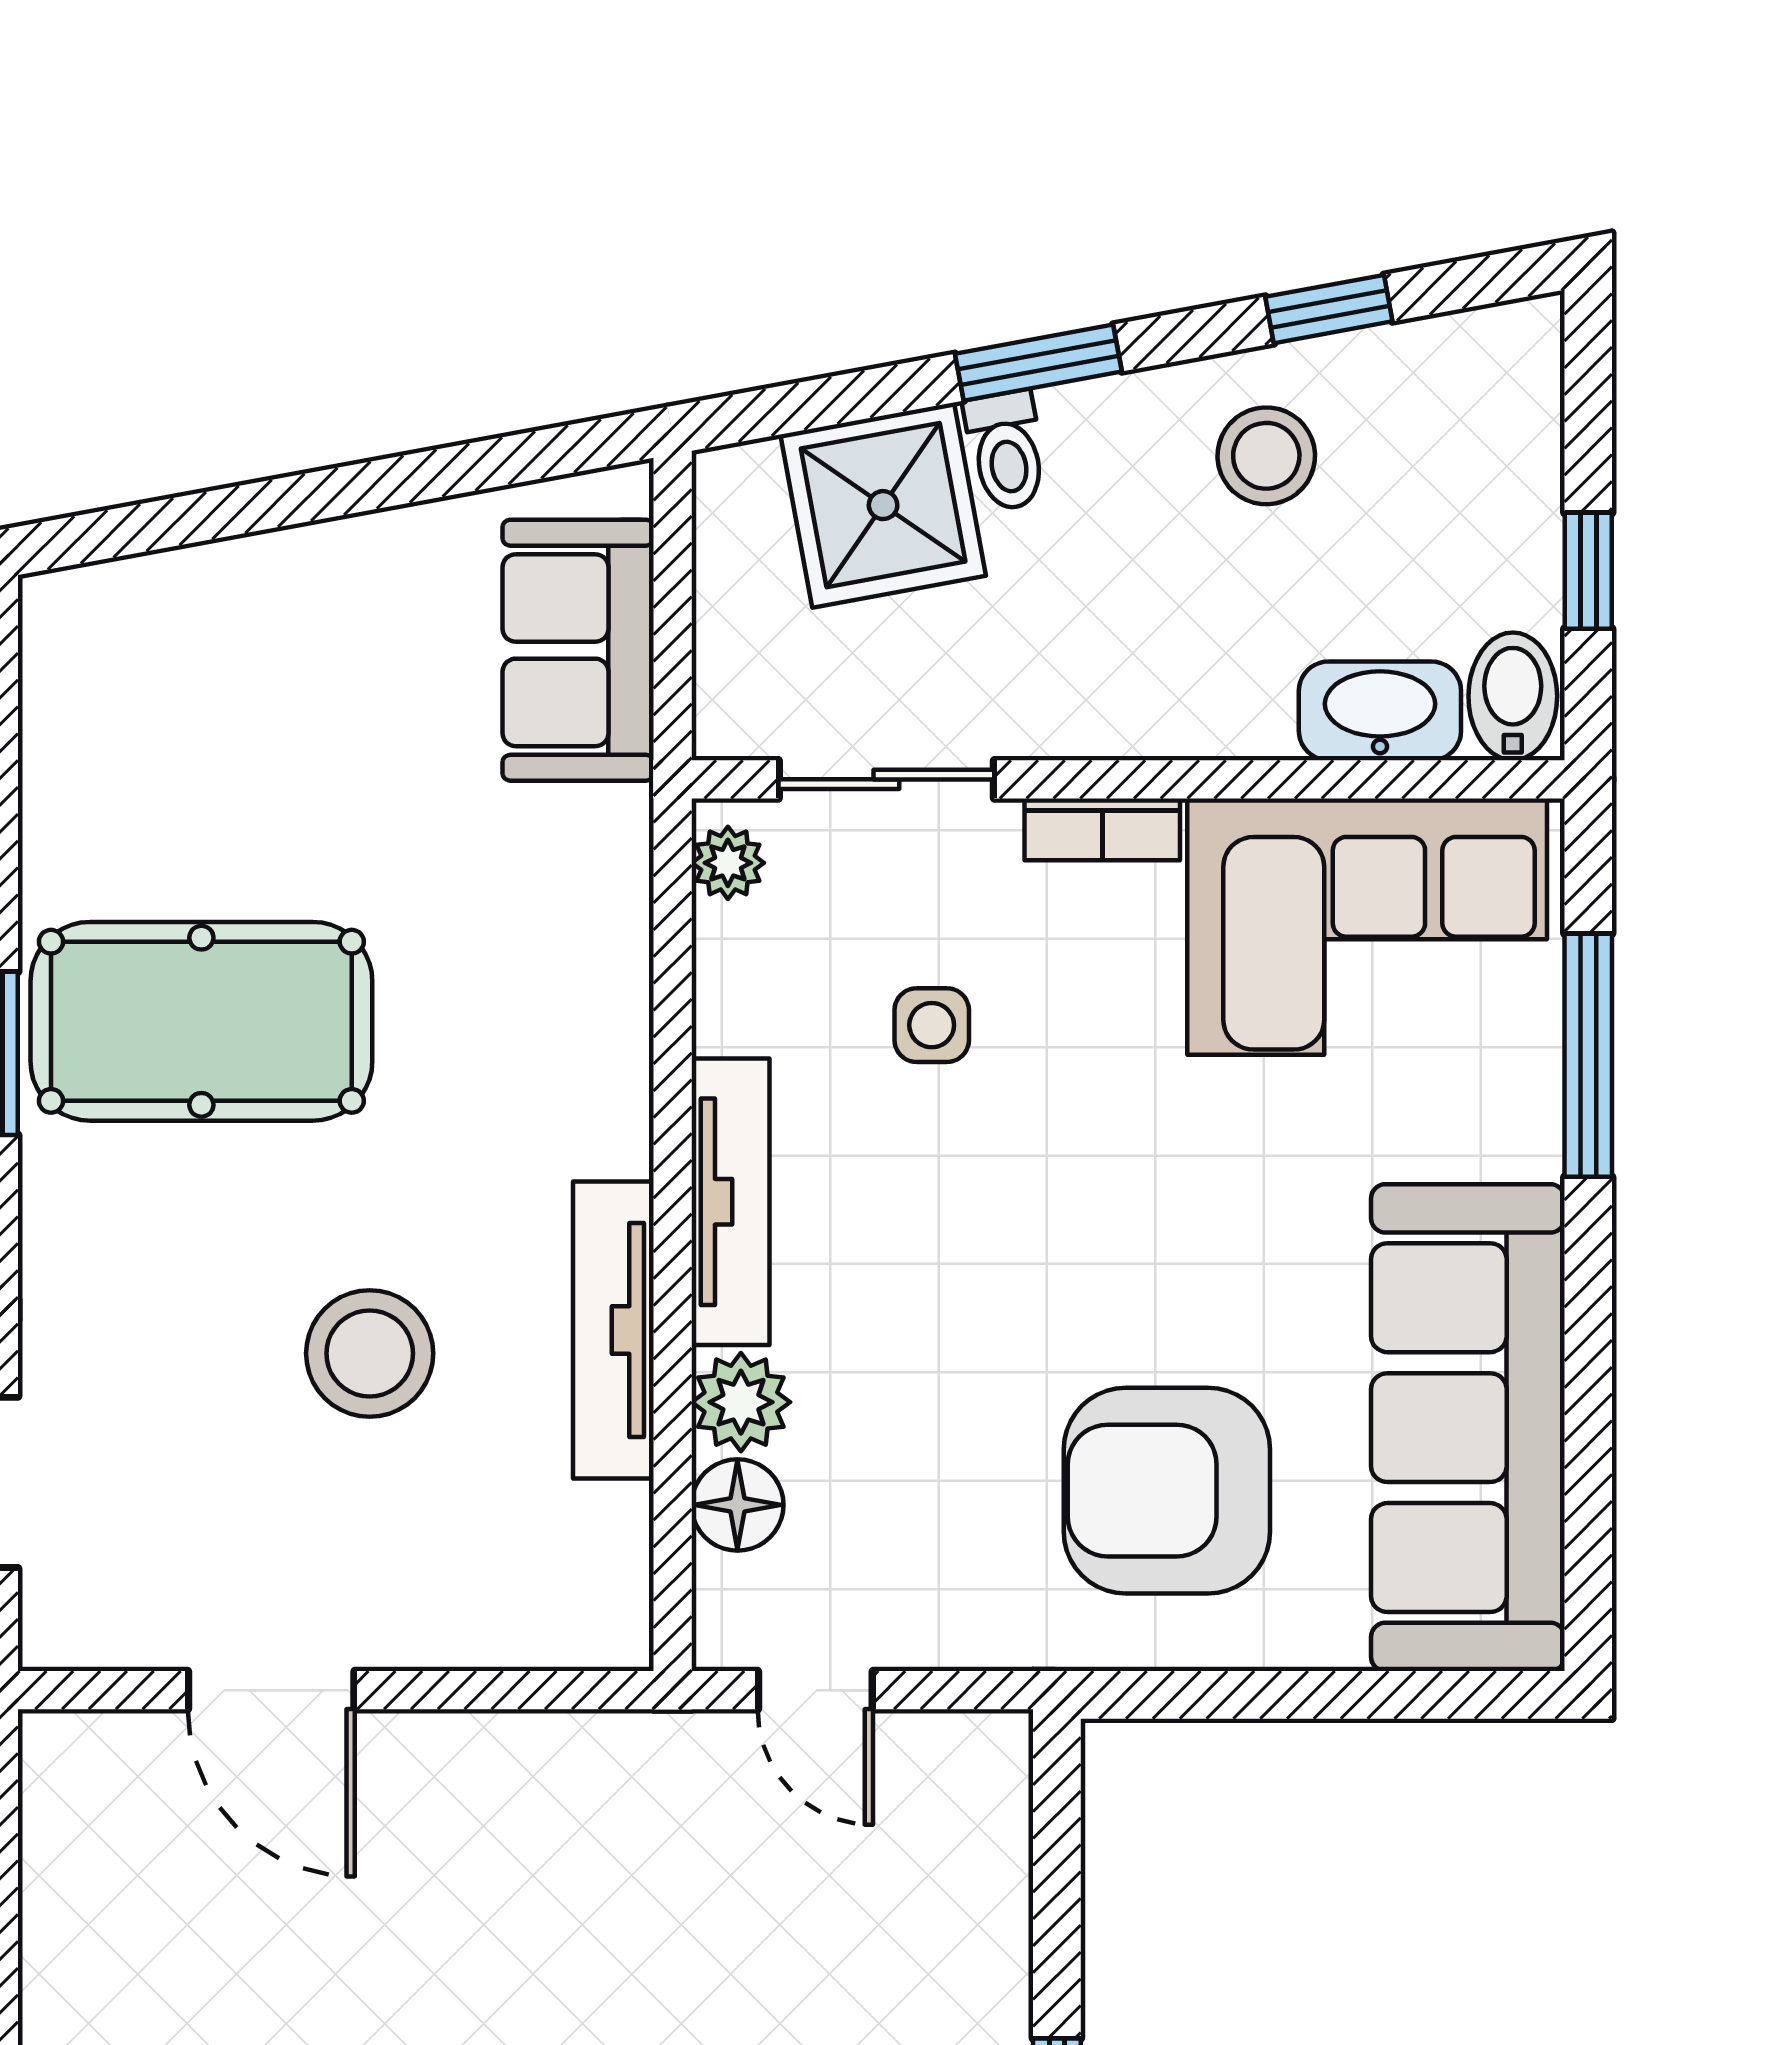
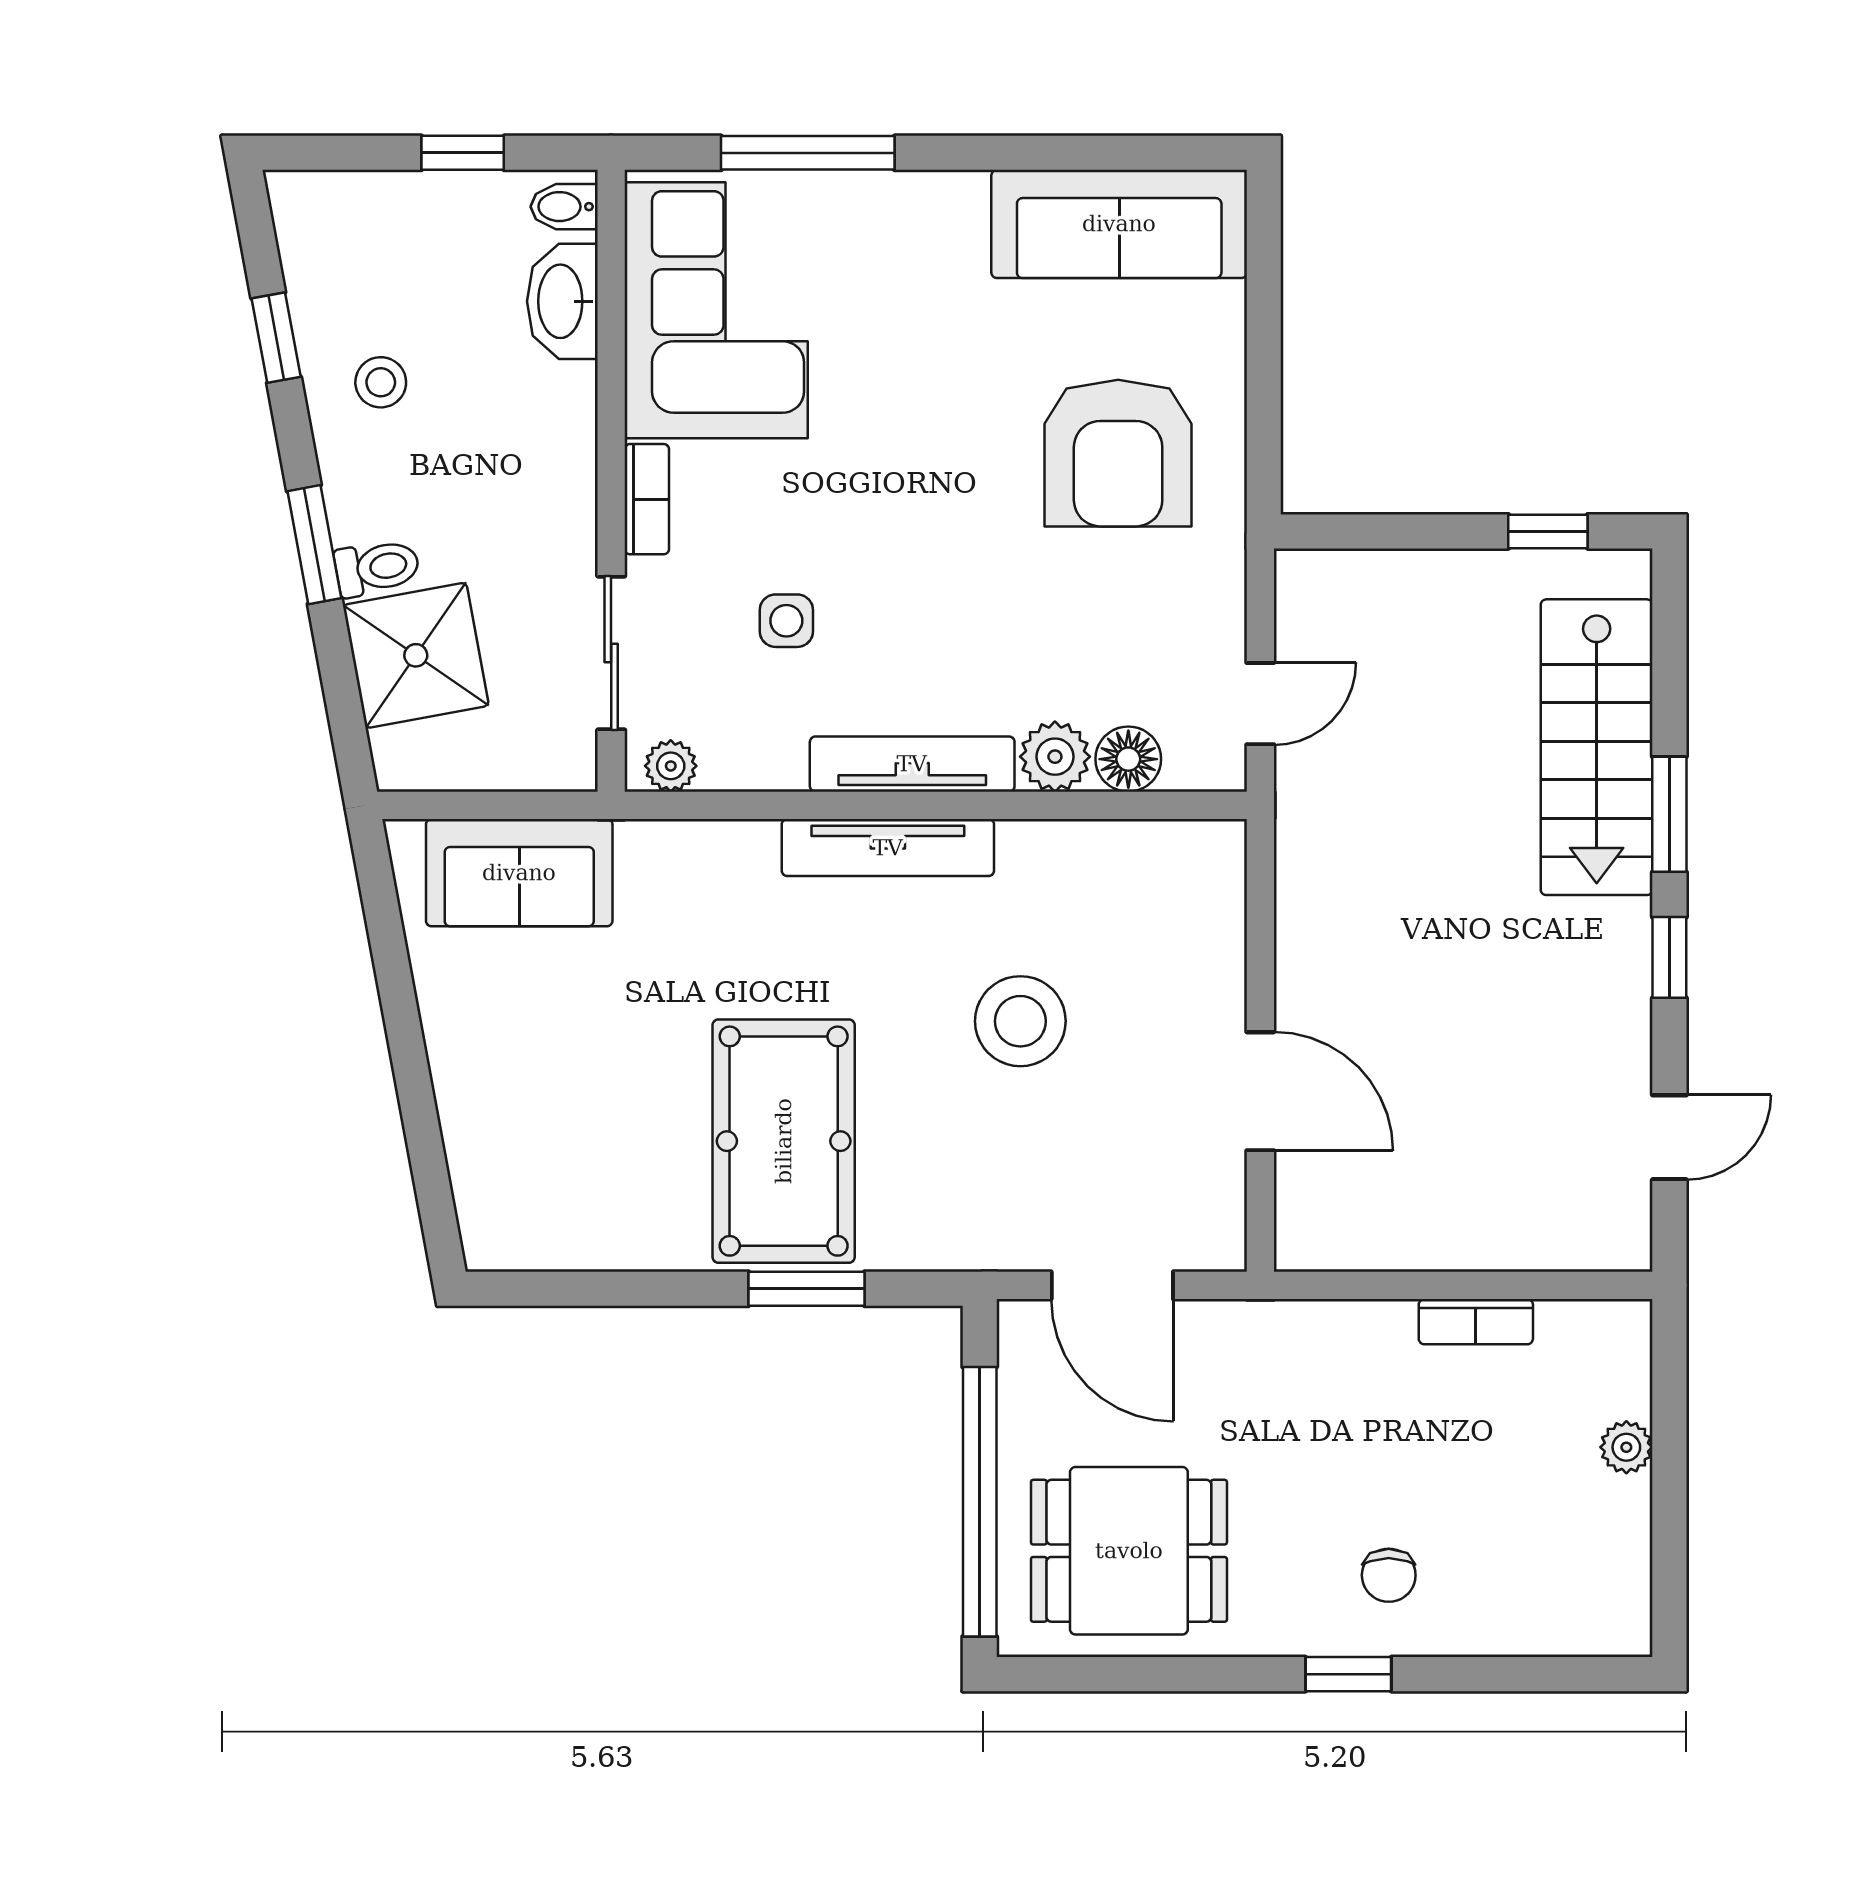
stool: (1266, 456) -> (381, 382), width x0.73, depth x0.73
bidet: (1513, 696) -> (564, 207), width x0.72, depth x0.74
tv unit: (613, 1330) -> (888, 848), moved
sofa: (1468, 1428) -> (1119, 224), width x0.74, depth x0.79
door: (271, 1690) -> (1260, 1091), hinge flipped

